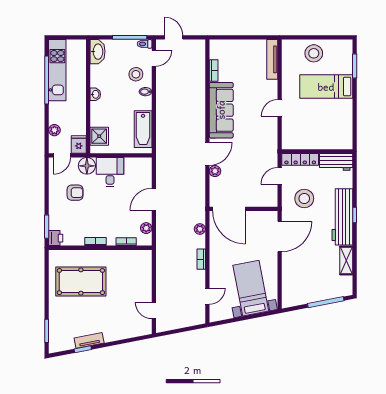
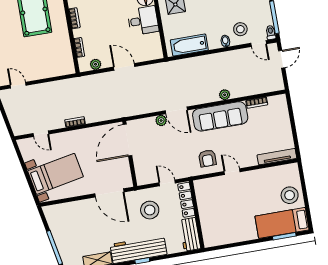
bed: (326, 87) -> (282, 223), moved, turned -90
armchair: (262, 131) -> (207, 158), added
plant: (200, 229) -> (225, 95), moved
door: (154, 311) -> (18, 85), hinge flipped

